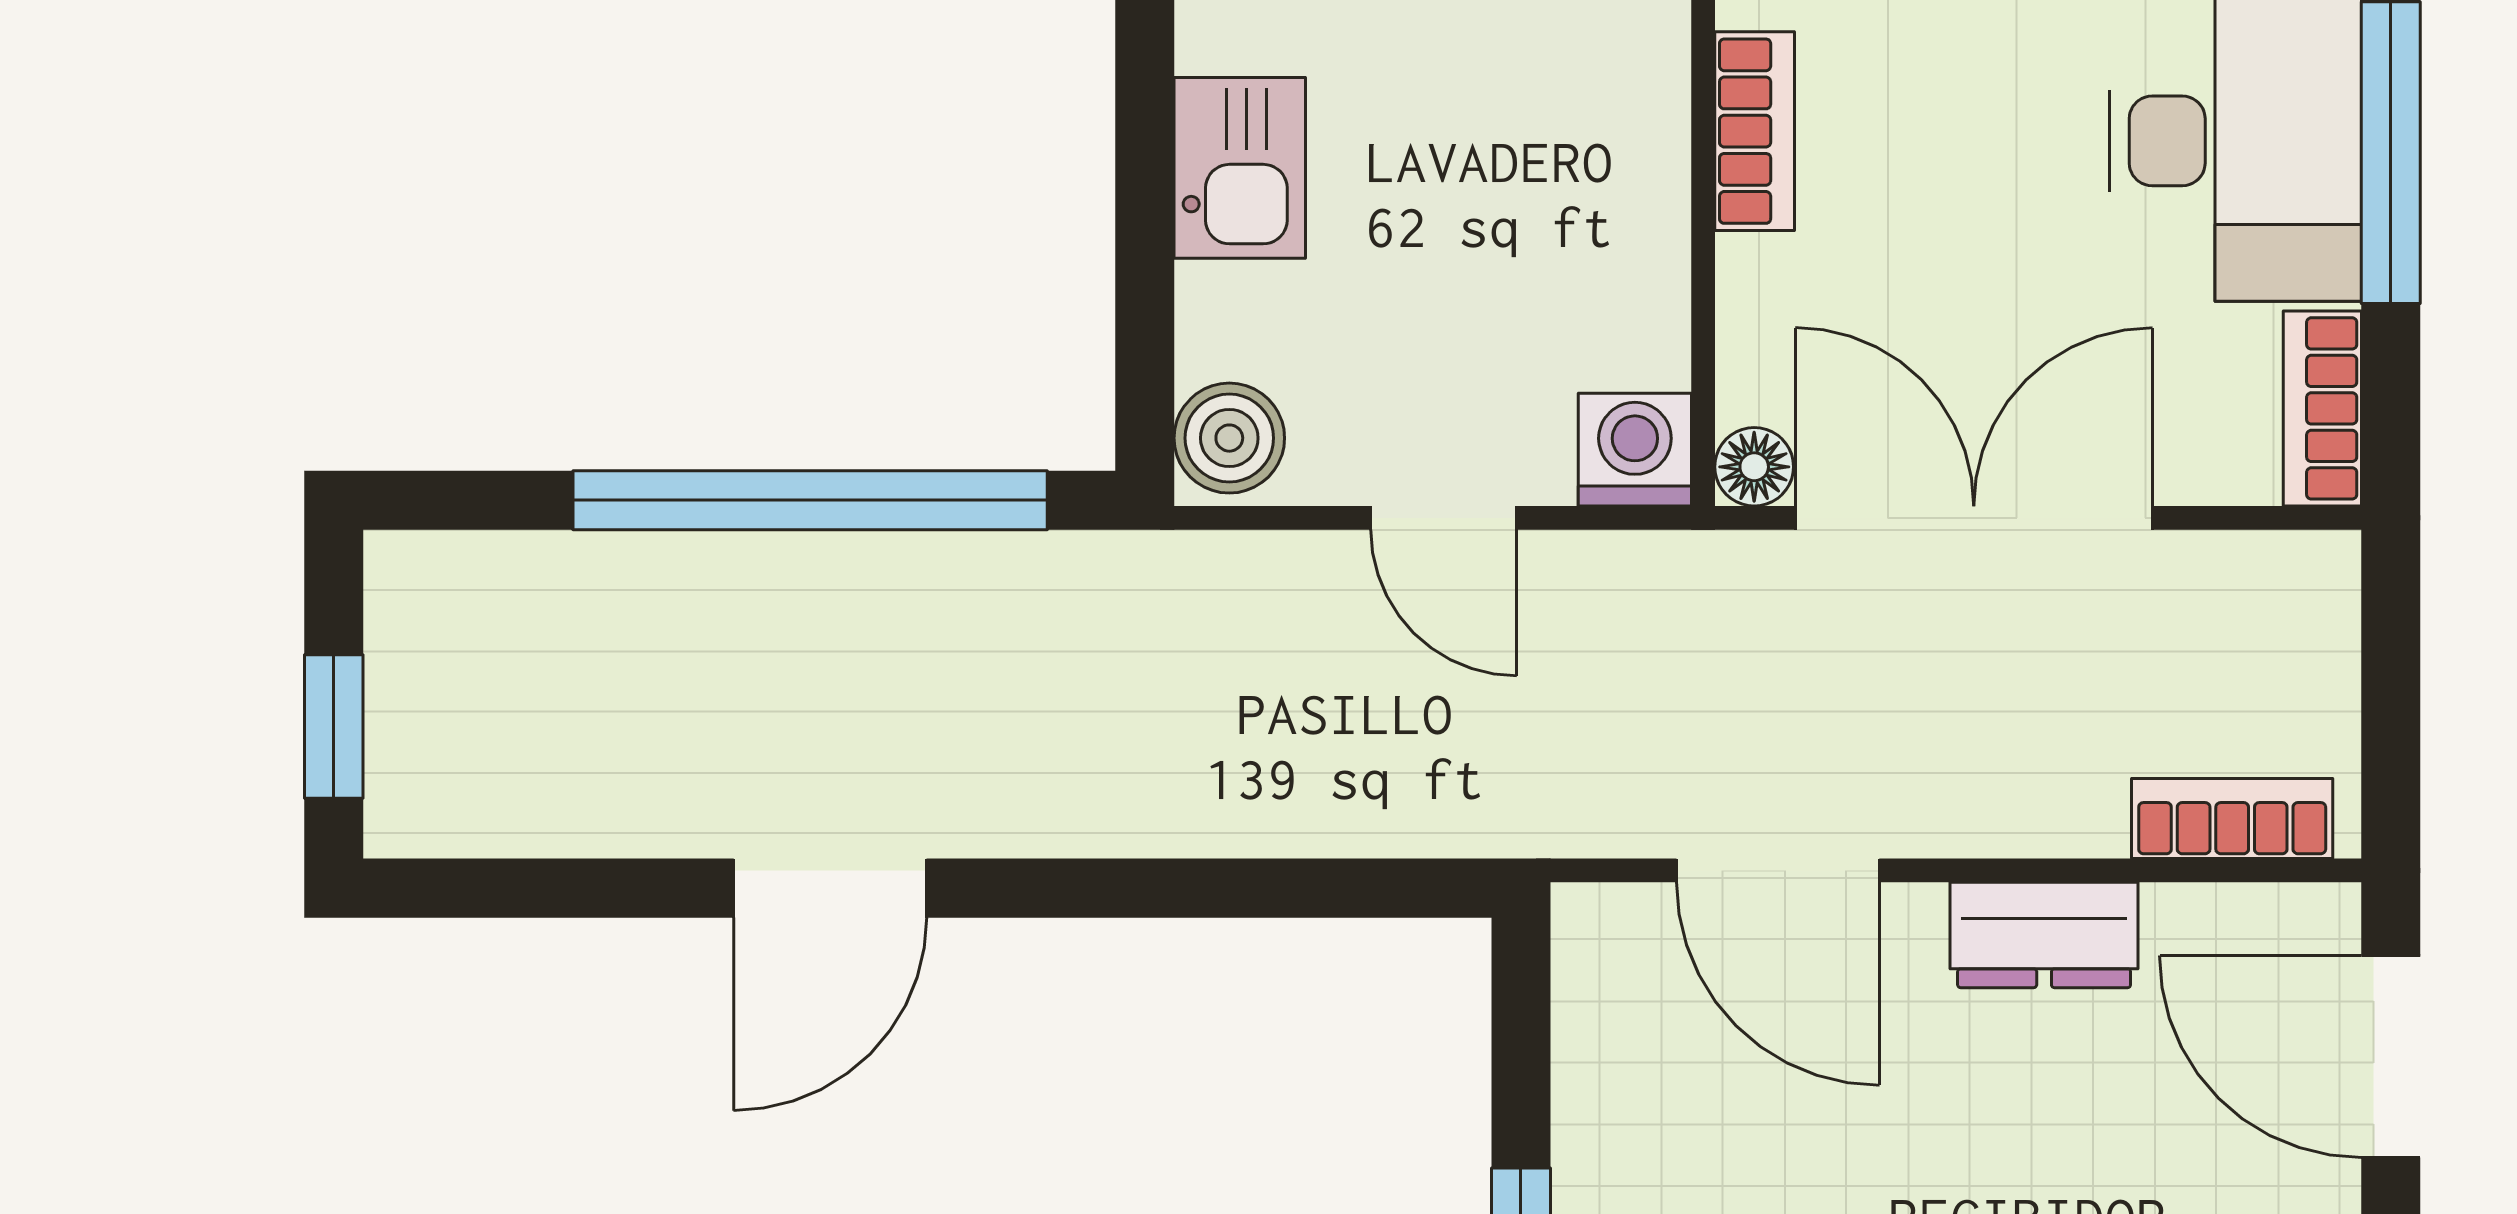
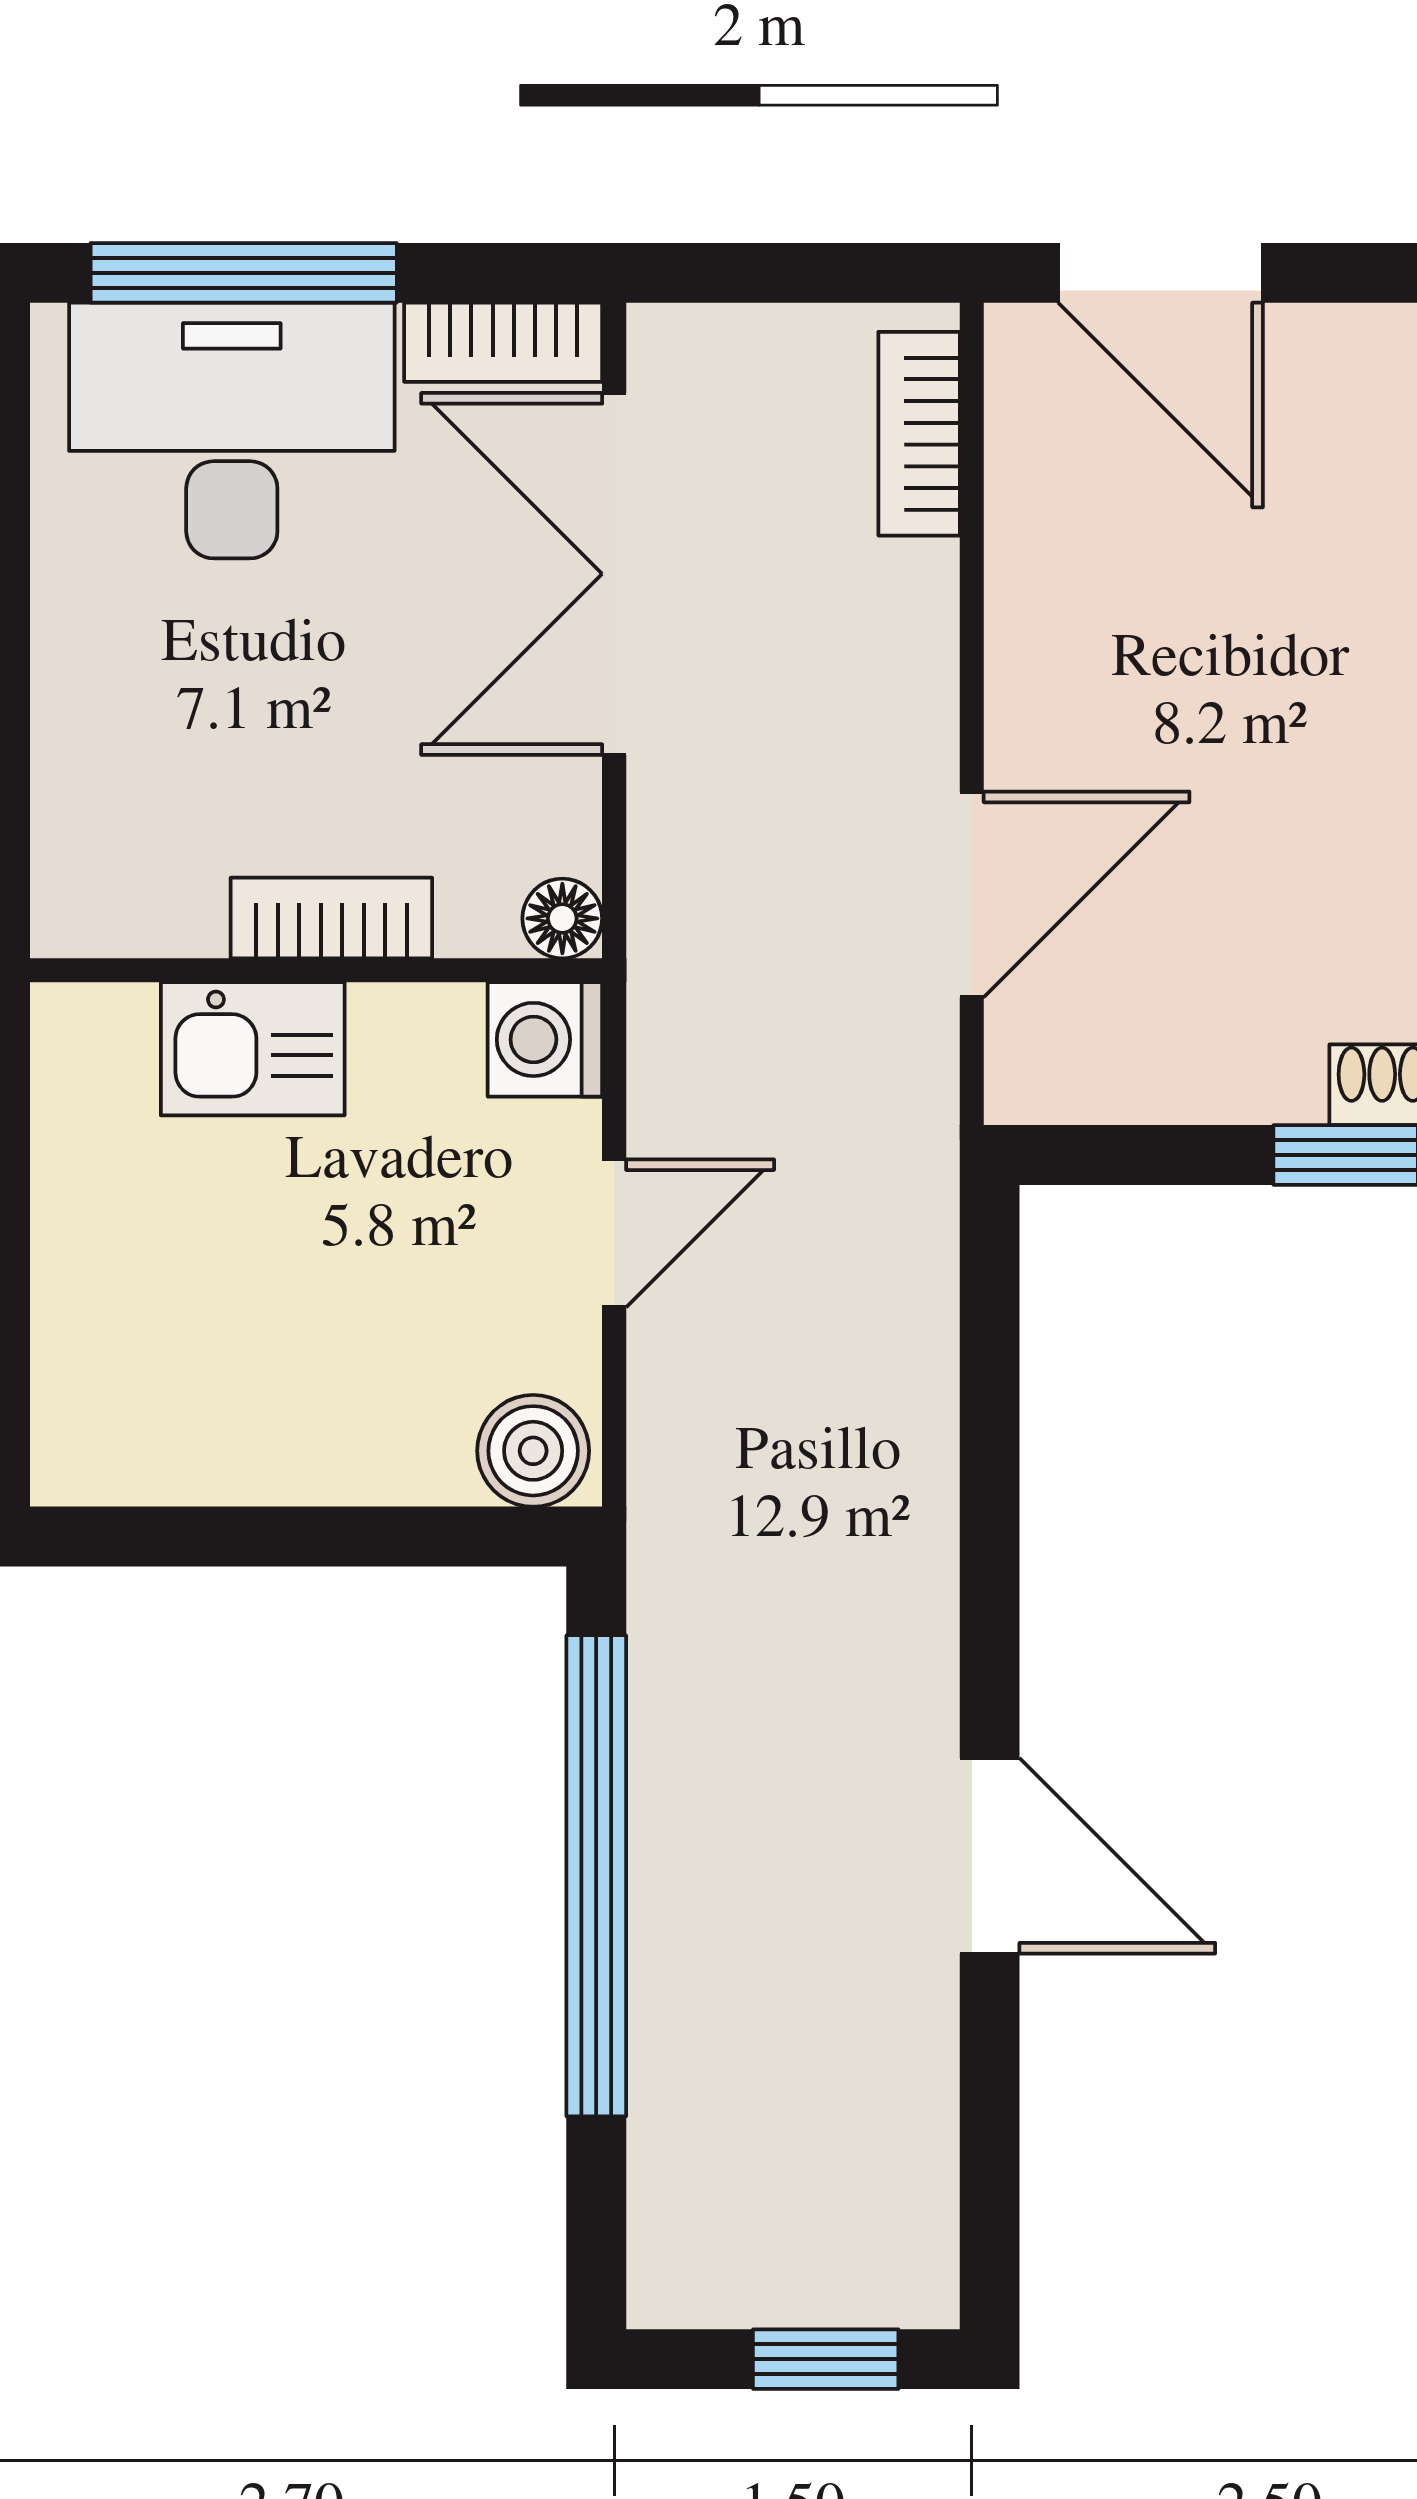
bookcase: (1755, 131) -> (331, 918), moved
kitchen sink: (1240, 168) -> (253, 1049), moved, turned 180
double door: (1974, 518) -> (614, 574), moved
dresser: (2044, 935) -> (1037, 624), removed
door: (2391, 1057) -> (1161, 273), hinge flipped

